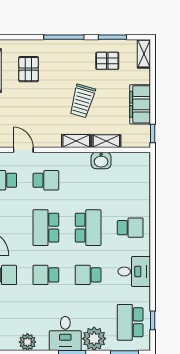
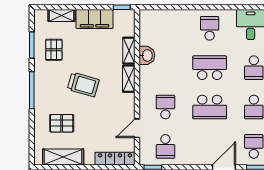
shelving: (144, 54) -> (62, 15), moved
trolley: (82, 101) -> (83, 85), moved

